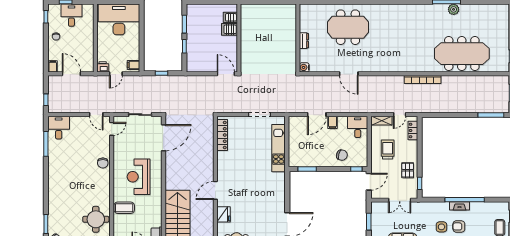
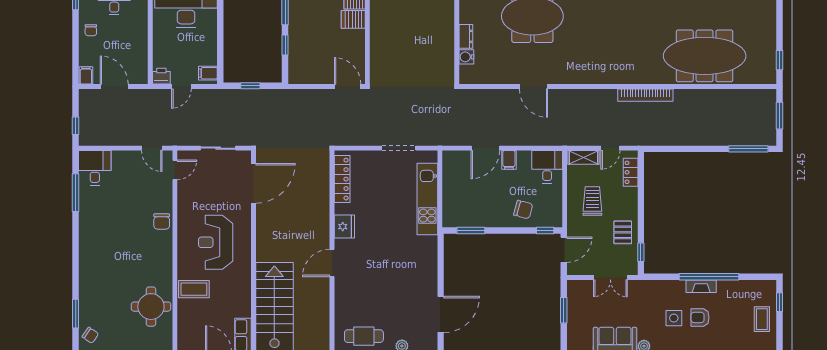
water cooler: (304, 67) -> (466, 57), moved
fridge: (224, 214) -> (344, 227), moved

